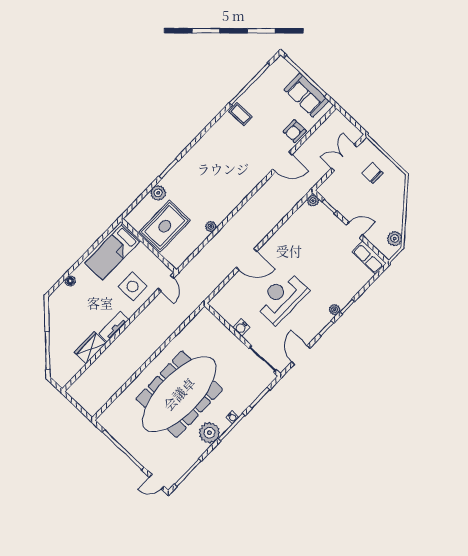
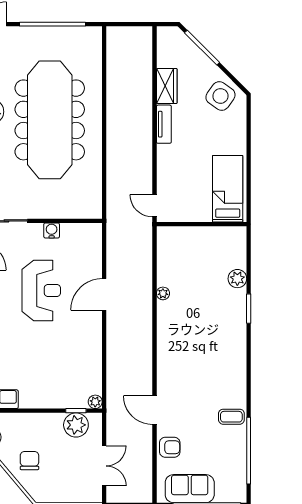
armchair: (295, 131) -> (170, 447), turned 90
door: (282, 162) -> (155, 410), hinge flipped
chair: (373, 173) -> (29, 461), moved, turned -90
plant: (338, 198) -> (76, 425), added
rug: (165, 226) -> (204, 255), removed
door: (354, 230) -> (34, 411), removed
floor lamp: (70, 281) -> (240, 128), removed
side table: (133, 286) -> (220, 96), moved, turned 35

